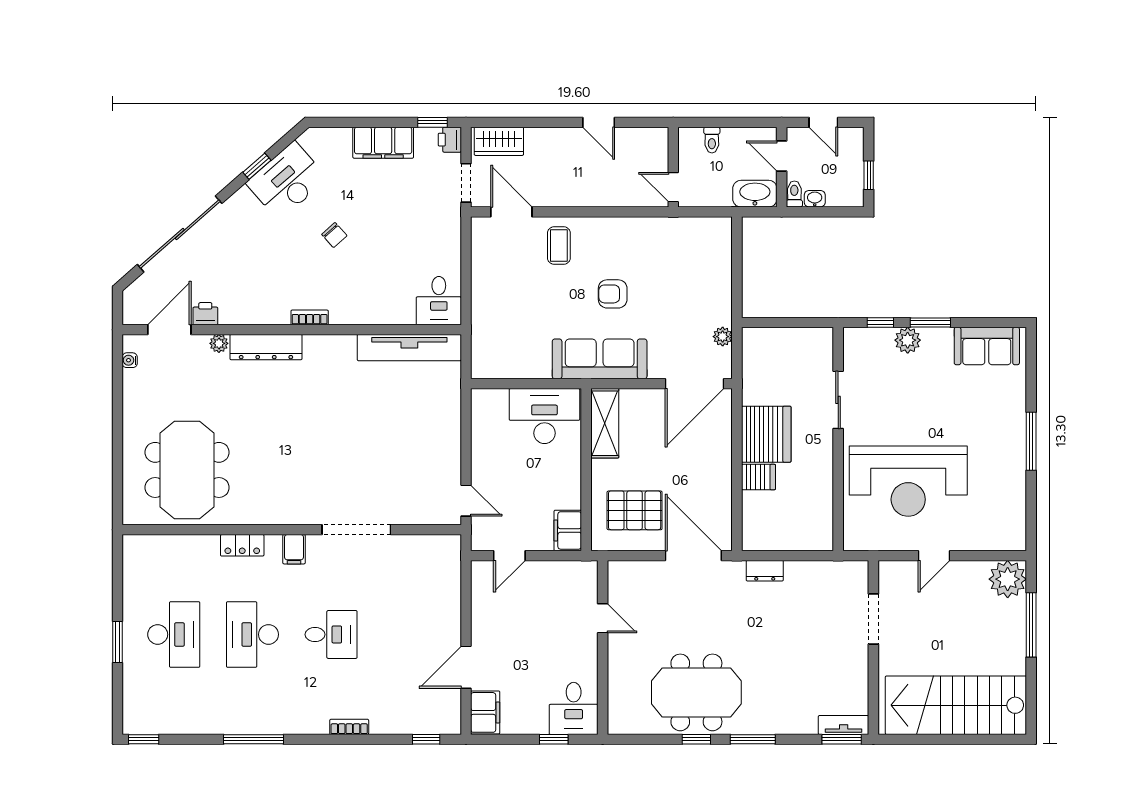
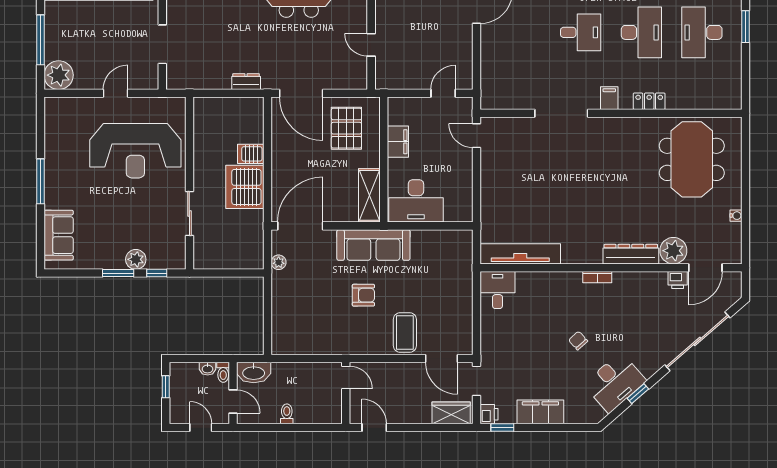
wall: (673, 167) -> (346, 393), moved
door: (673, 187) -> (346, 378), moved
coffee table: (559, 246) -> (405, 332), width x1.36, depth x1.30
plant: (219, 343) -> (673, 251), width x1.88, depth x1.88
sofa: (987, 346) -> (59, 235), moved, turned 90
water cooler: (130, 360) -> (736, 216), moved
reception desk: (908, 481) -> (135, 151), turned 180
pallet: (635, 510) -> (346, 128), turned 90
filing cabinet: (568, 530) -> (398, 142), moved
desk: (331, 634) -> (581, 32), turned 180

